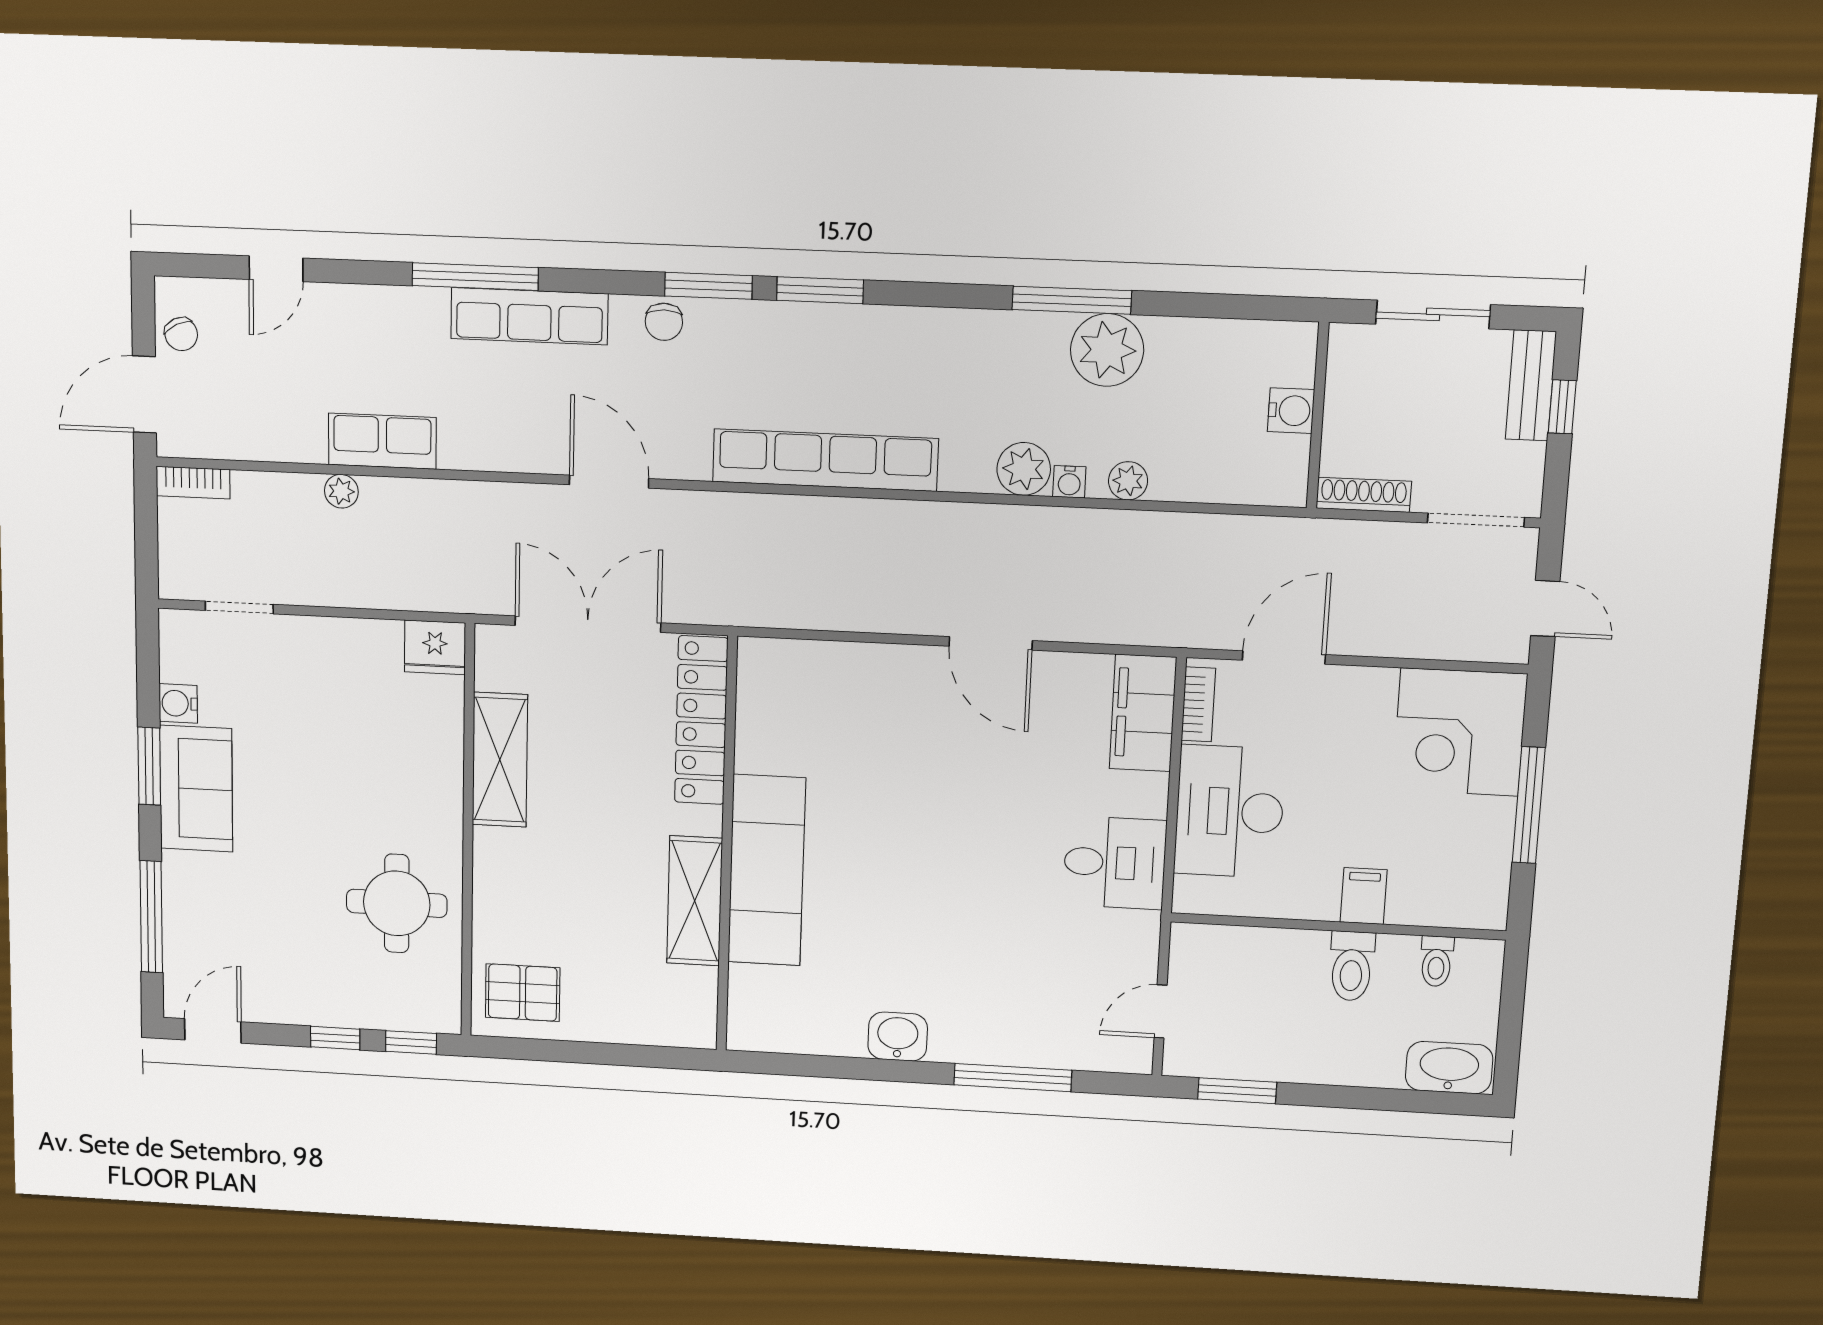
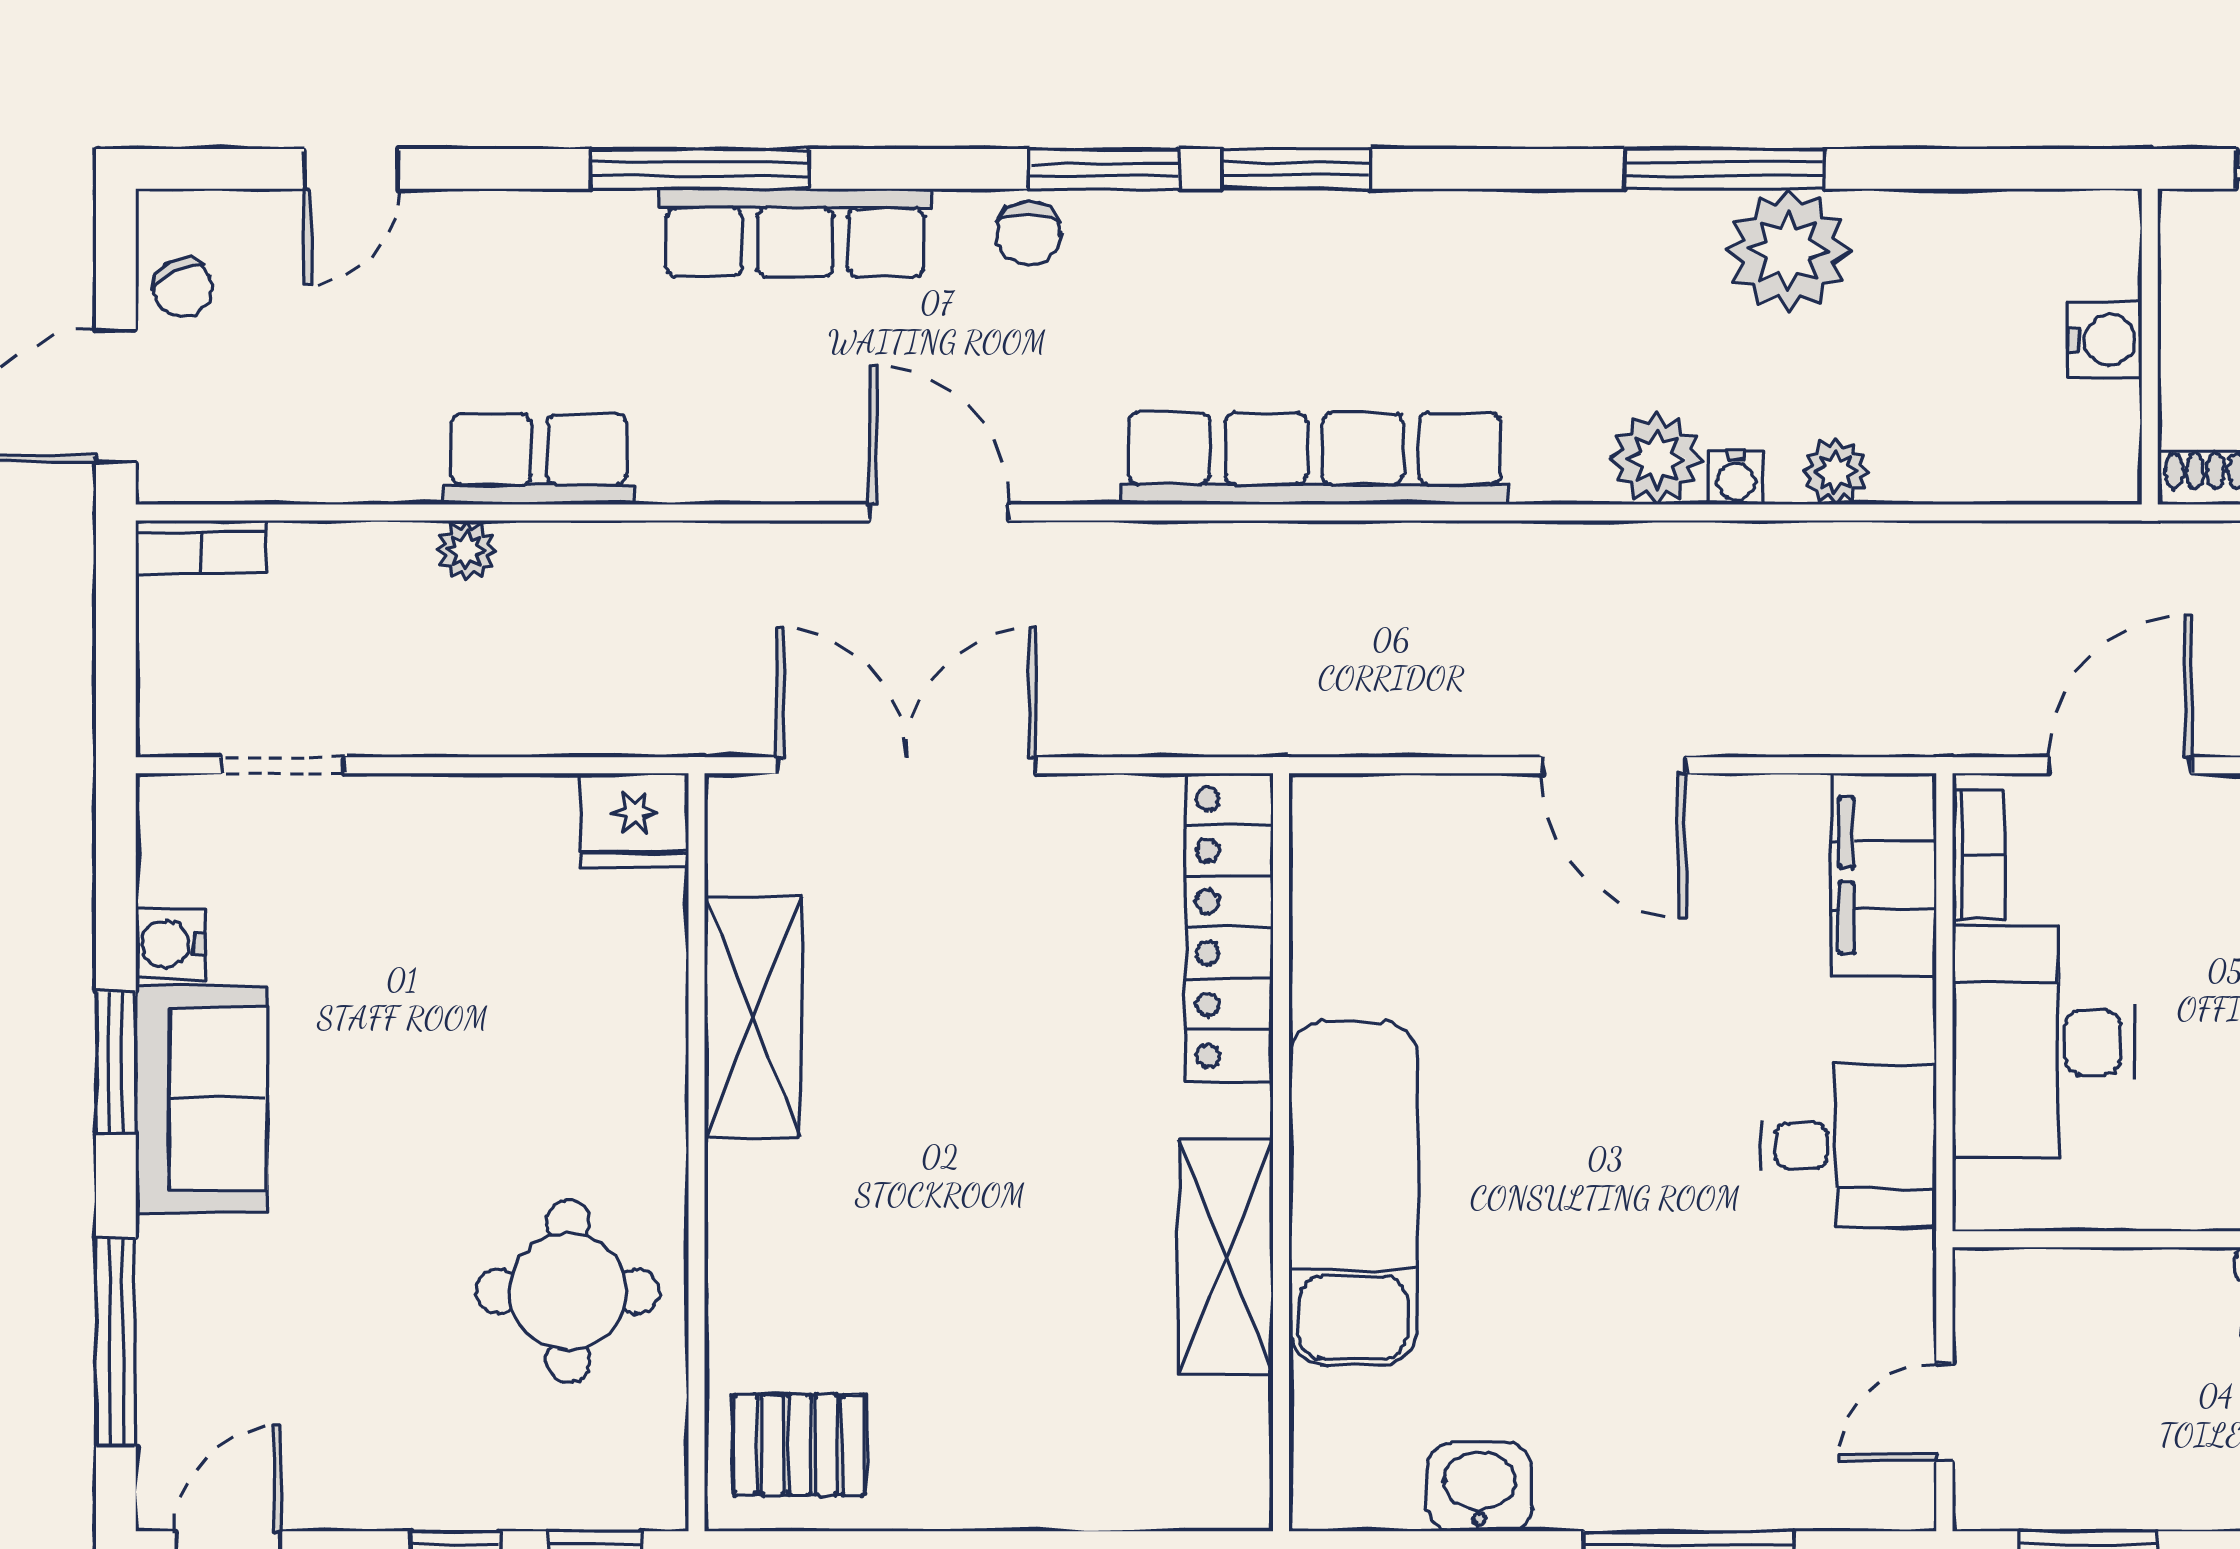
locker: (701, 720) -> (1229, 927), moved
wall: (727, 846) -> (1281, 1152), moved
exam couch: (767, 870) -> (1353, 1193), moved
shelving: (695, 901) -> (1226, 1256), moved

